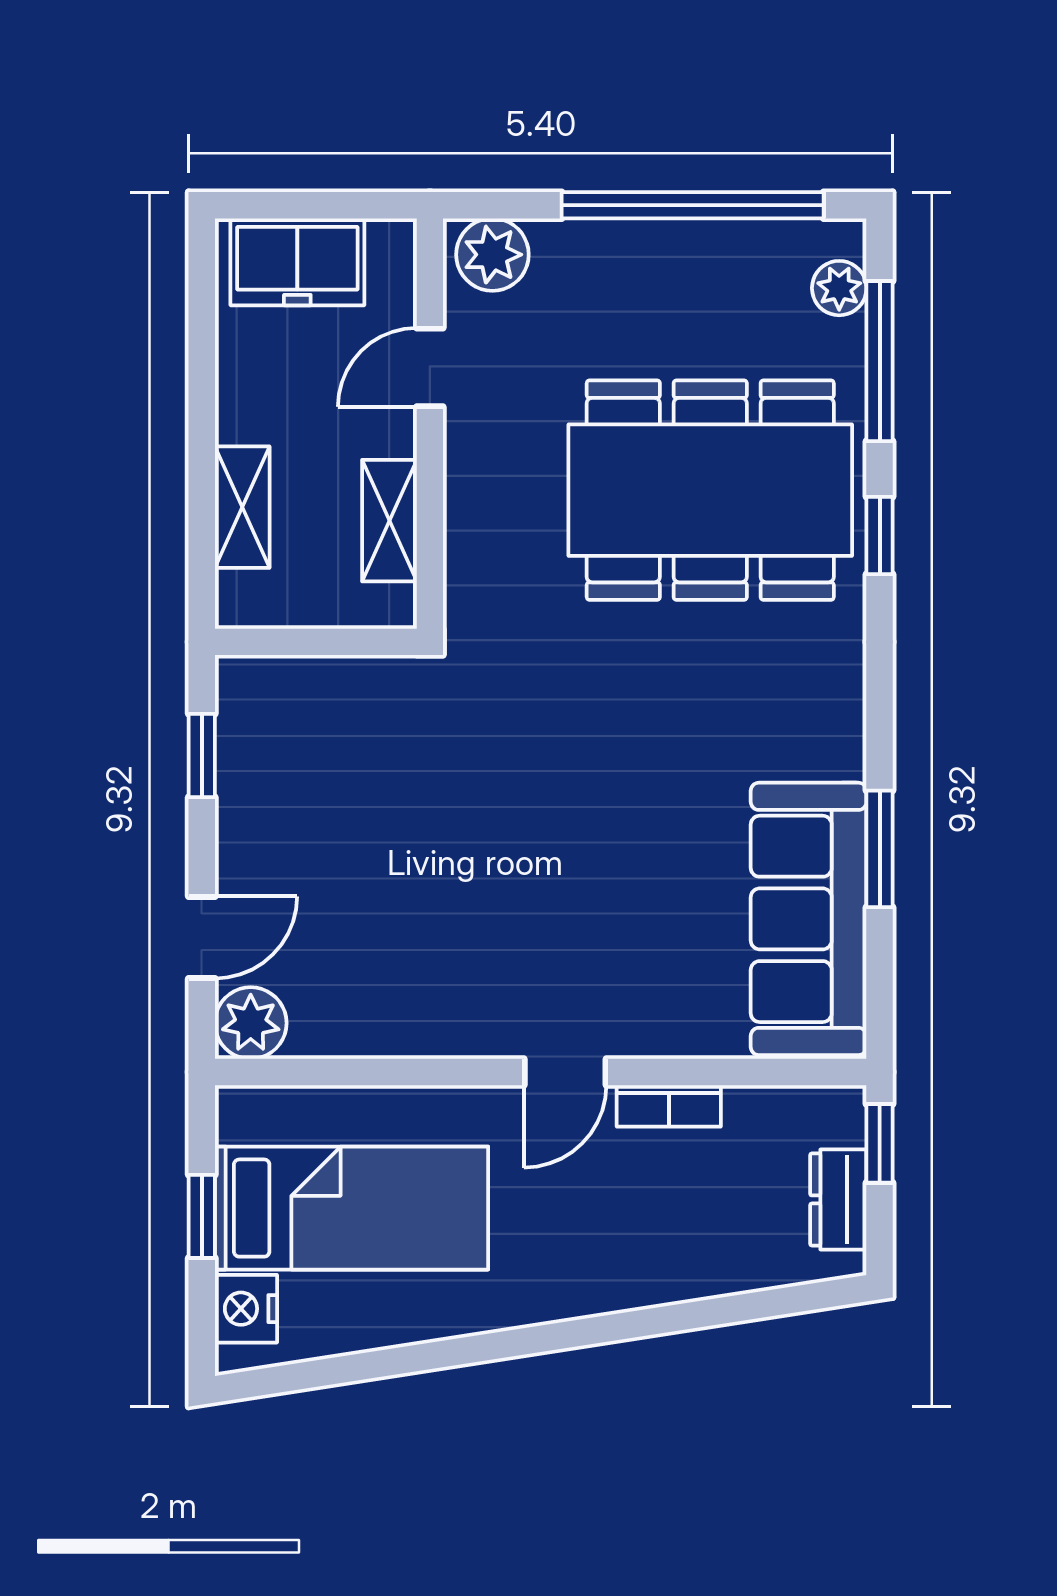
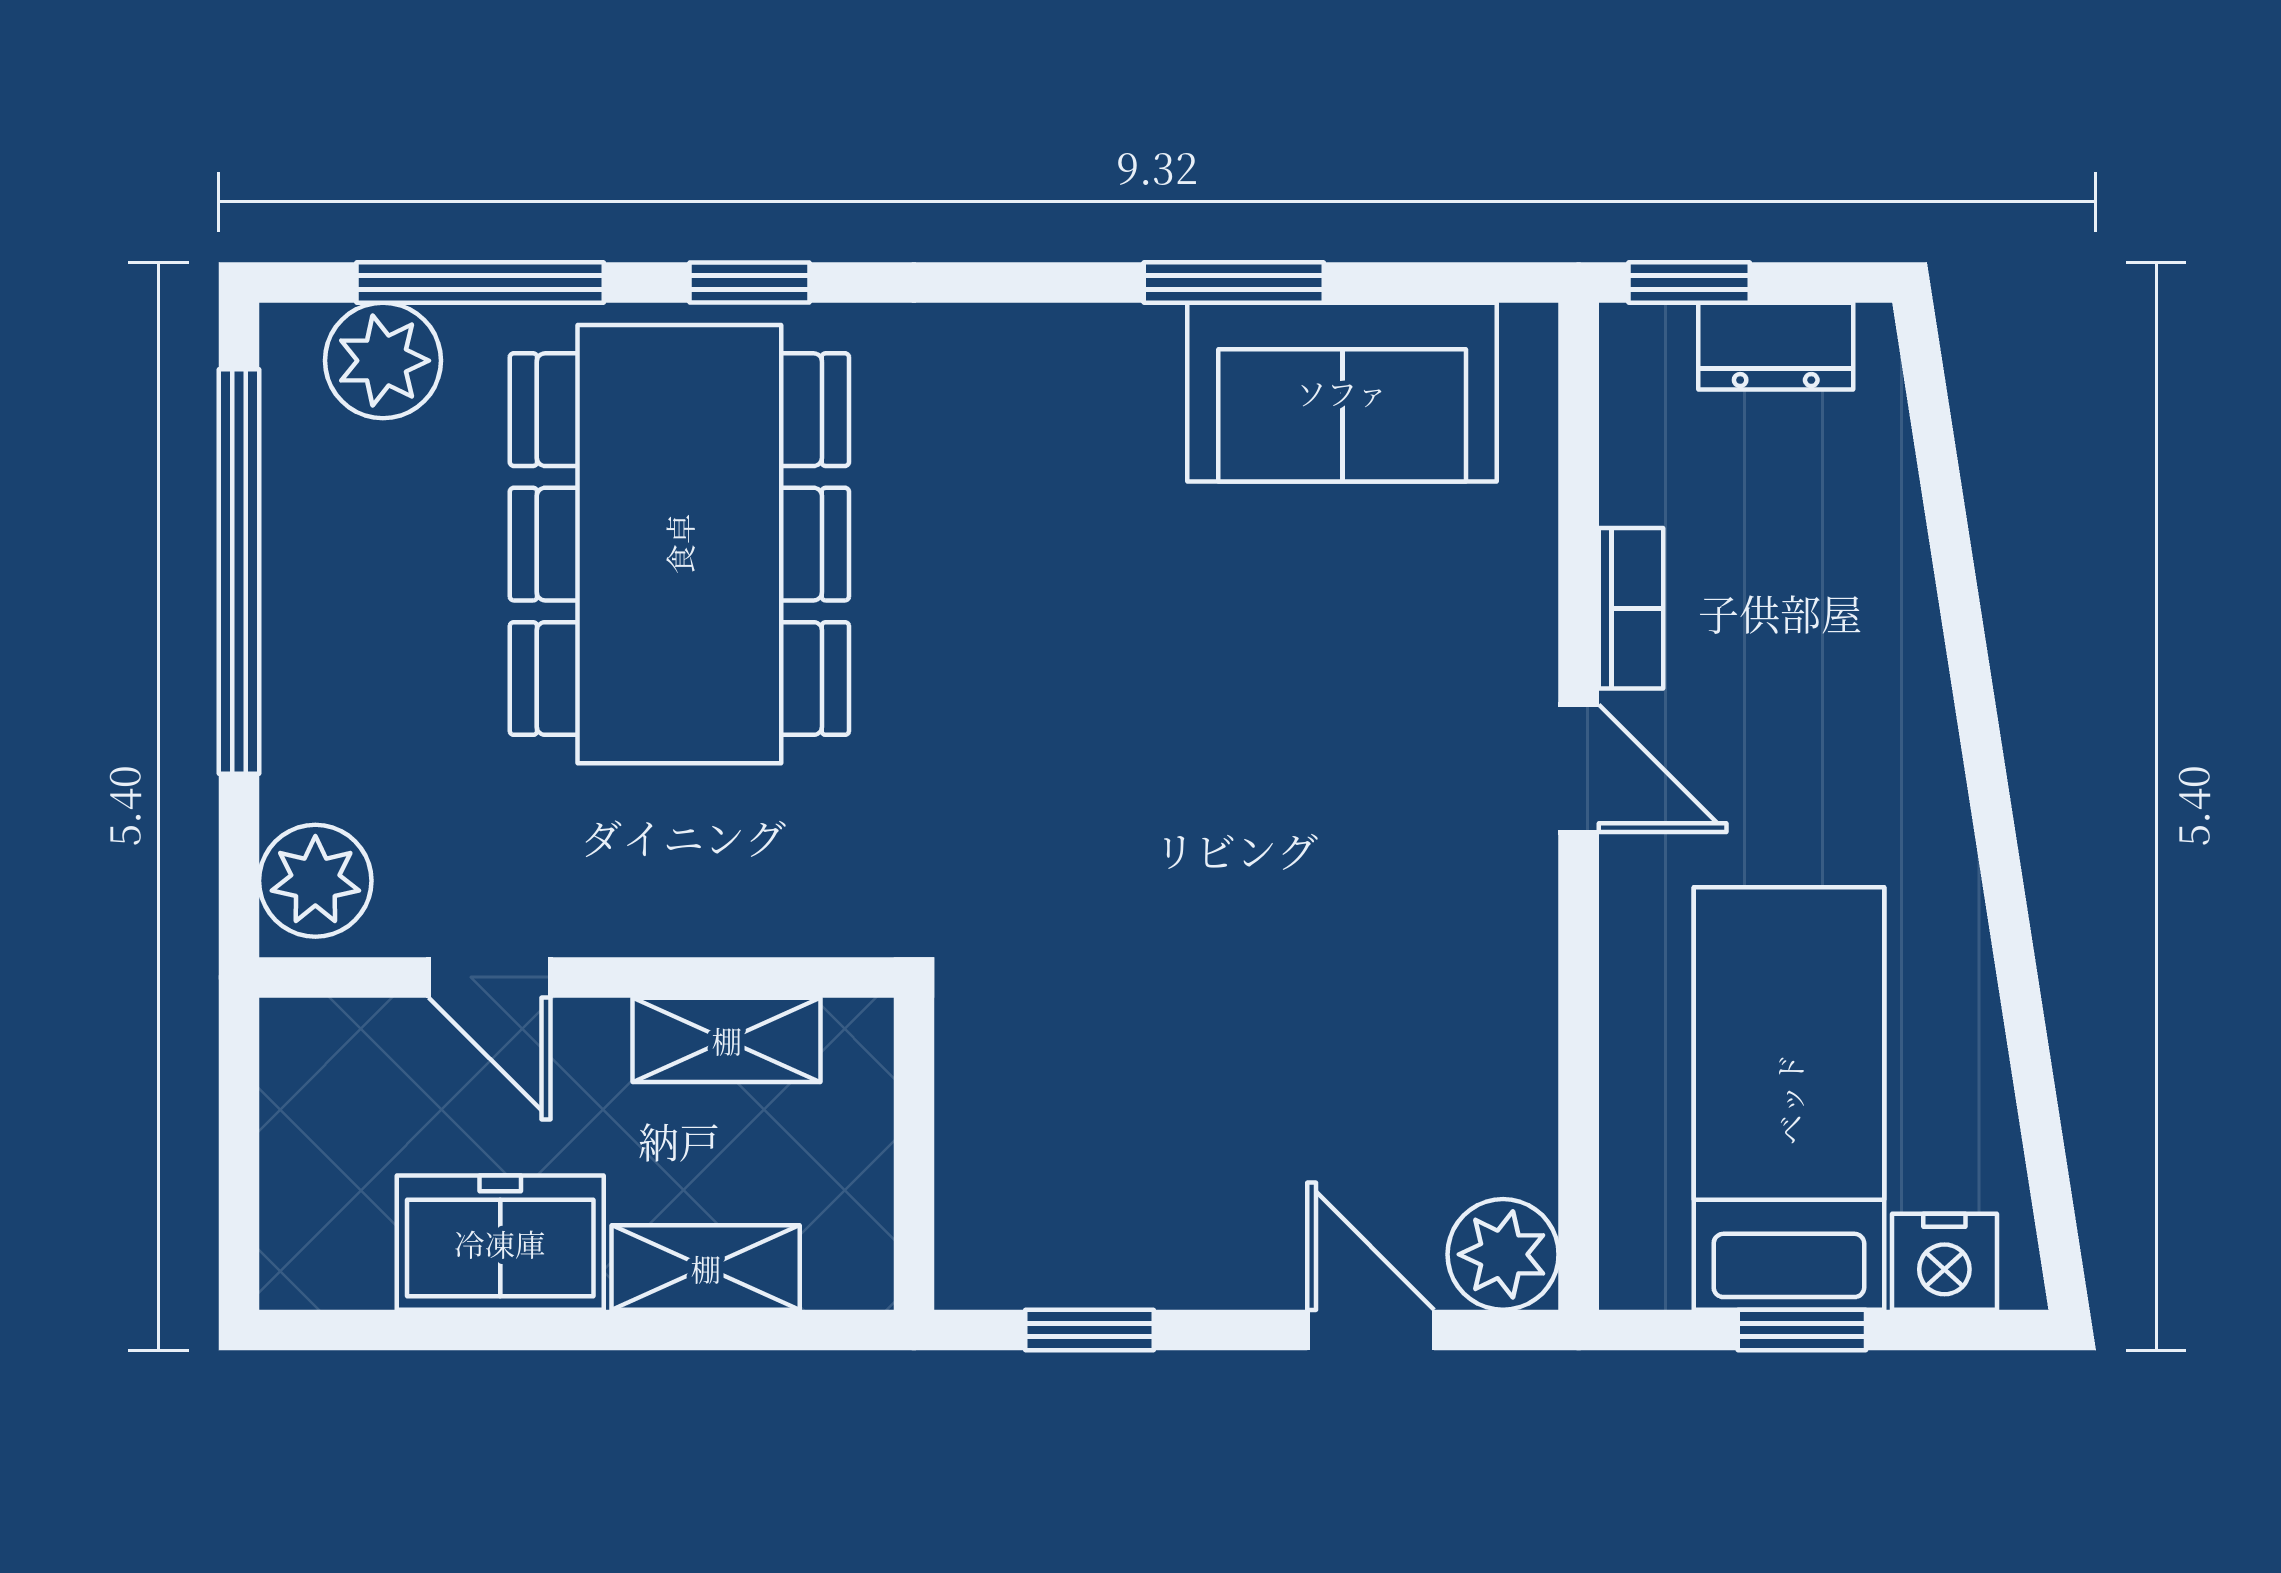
freezer: (297, 262) -> (500, 1243), moved, turned -90
plant: (839, 288) -> (383, 361), width x1.38, depth x1.38
sofa: (809, 919) -> (1342, 392), width x0.73

